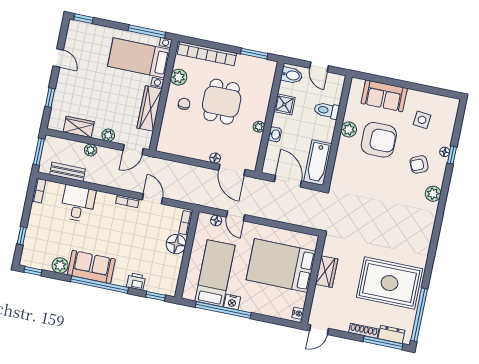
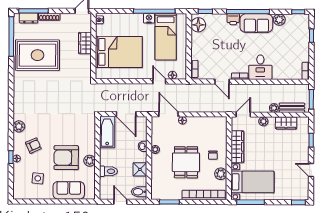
bench: (68, 172) -> (292, 108), moved
desk: (78, 204) -> (260, 67), moved
floor lamp: (176, 244) -> (198, 25), moved
wardrobe: (326, 272) -> (85, 43), moved
printer: (136, 281) -> (233, 19), moved

